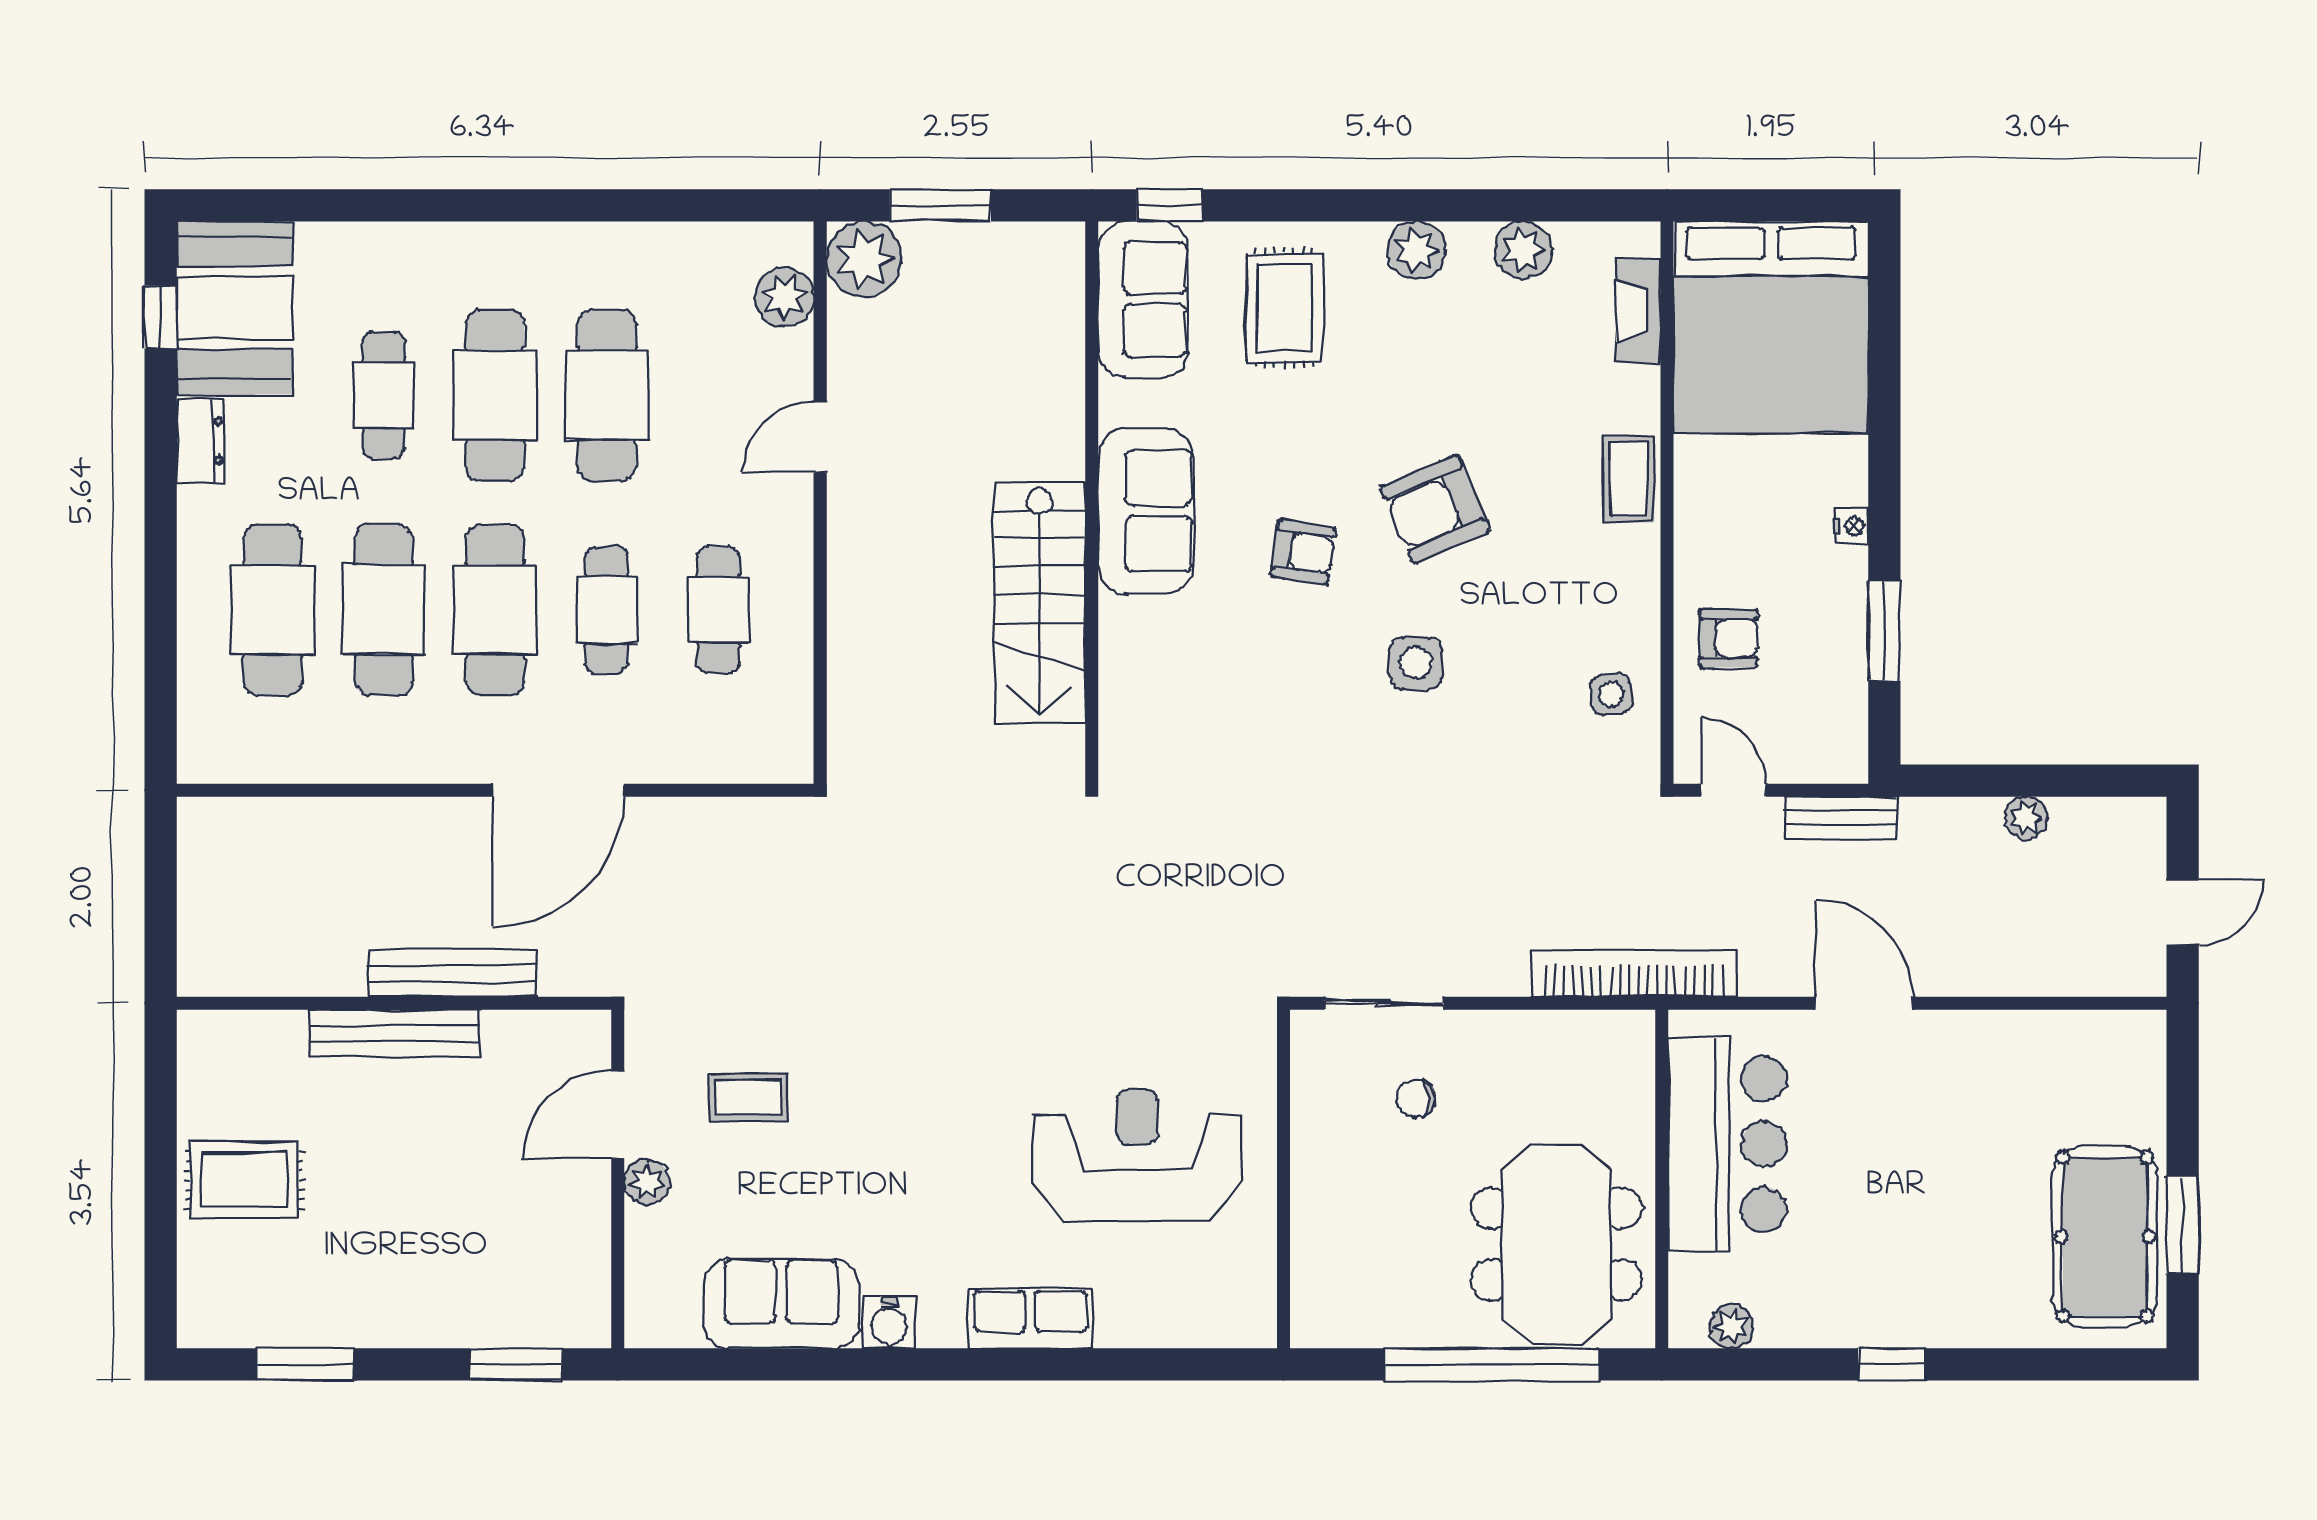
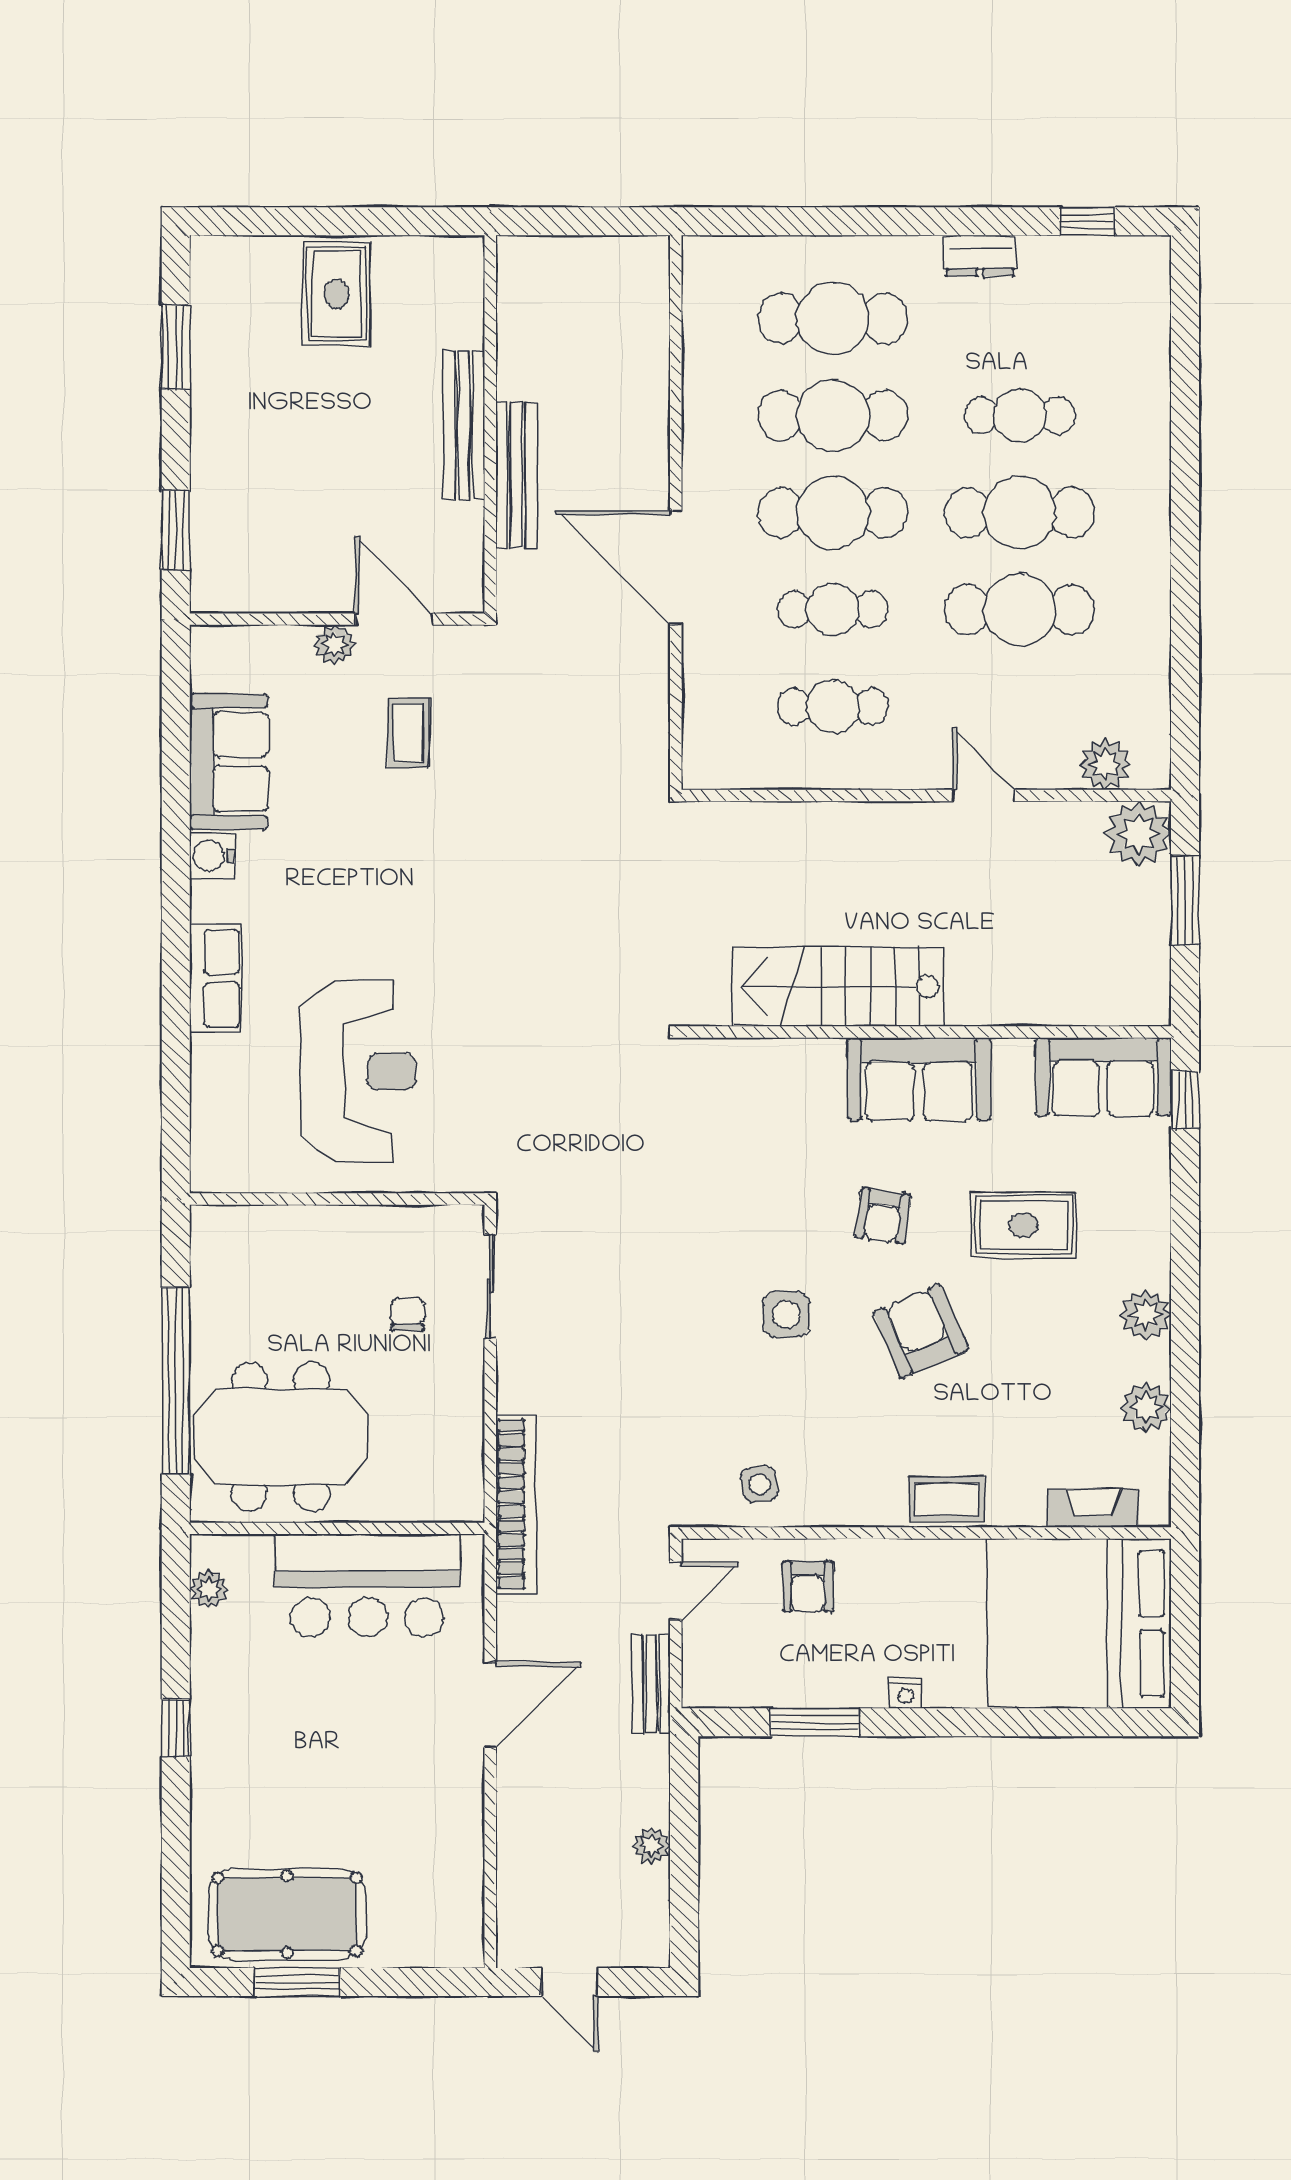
booth: (235, 308) -> (1096, 286), removed
rug: (1284, 308) -> (1024, 1225), moved

